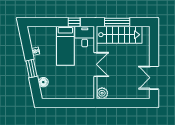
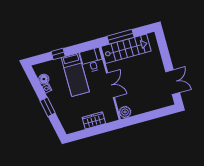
window: (74, 22) -> (58, 54), moved
double door: (154, 78) -> (173, 82), swing flipped
floor lamp: (43, 82) -> (44, 79), moved
wardrobe: (71, 93) -> (94, 120), added

